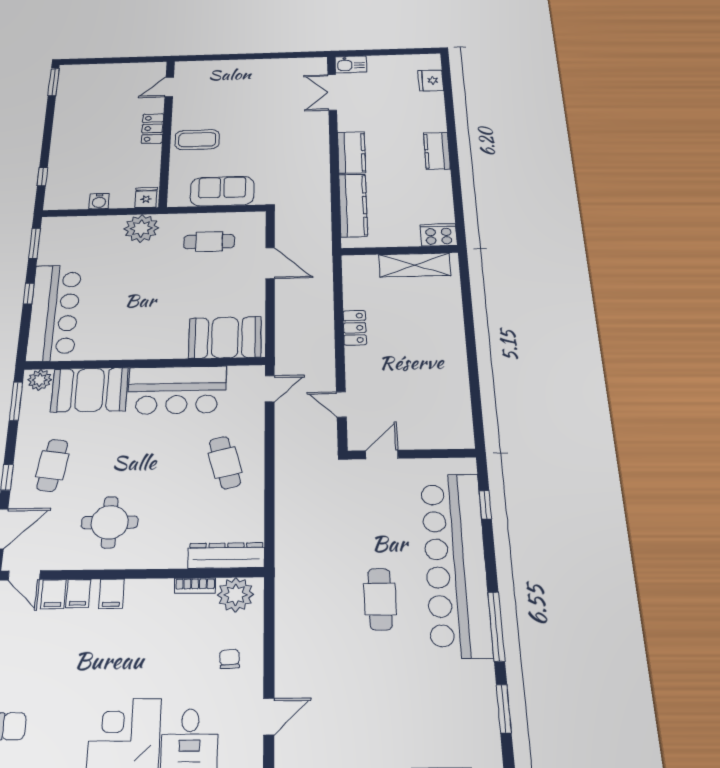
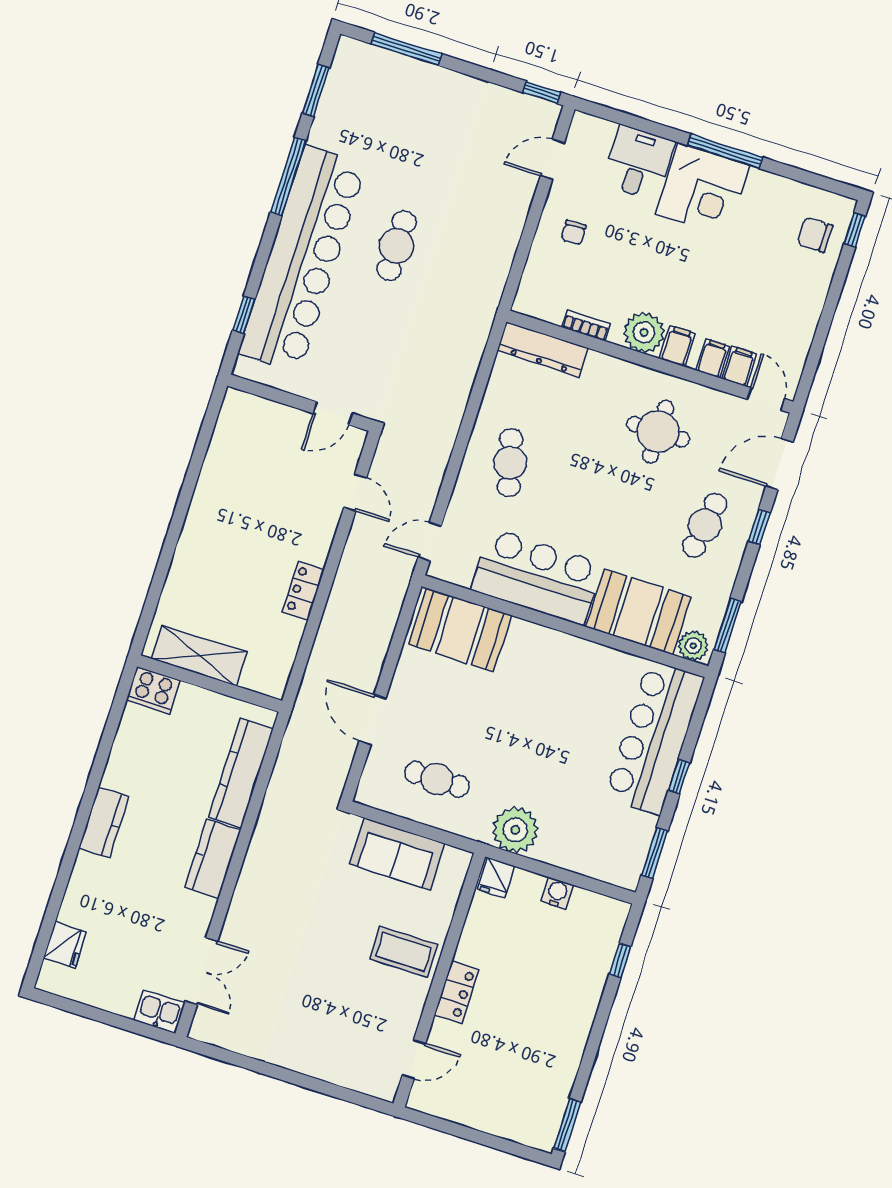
plant: (236, 595) -> (644, 332), moved

